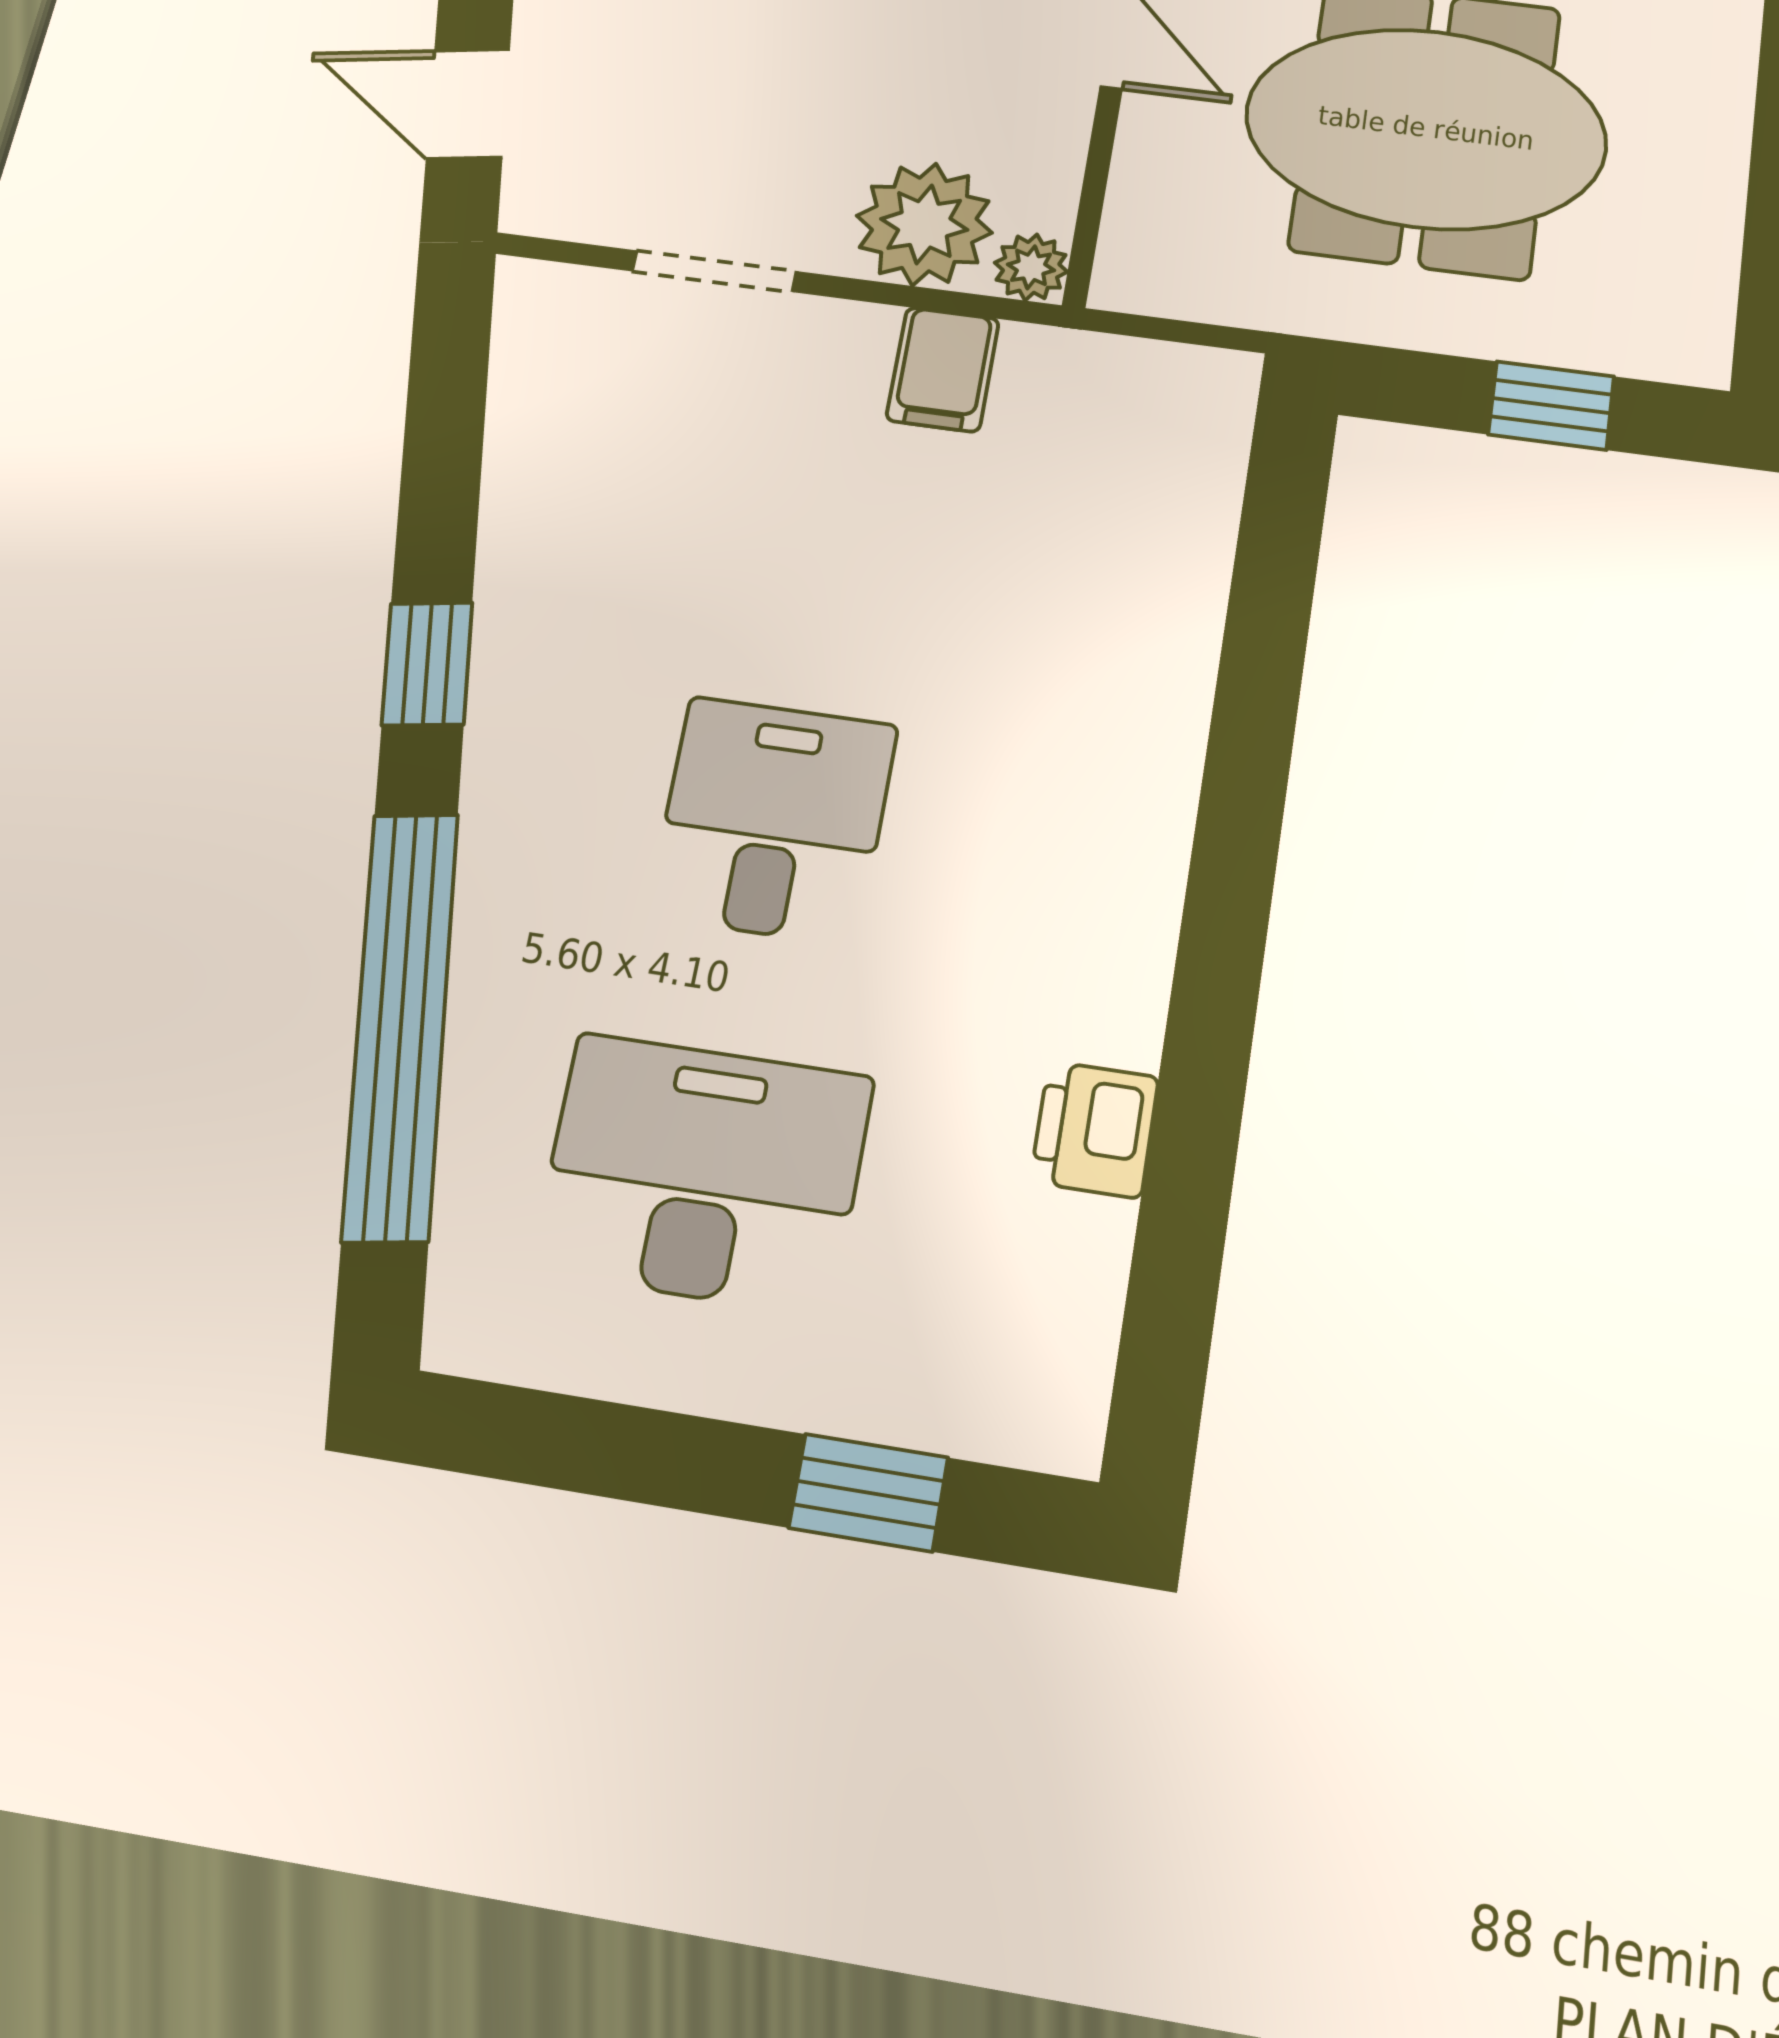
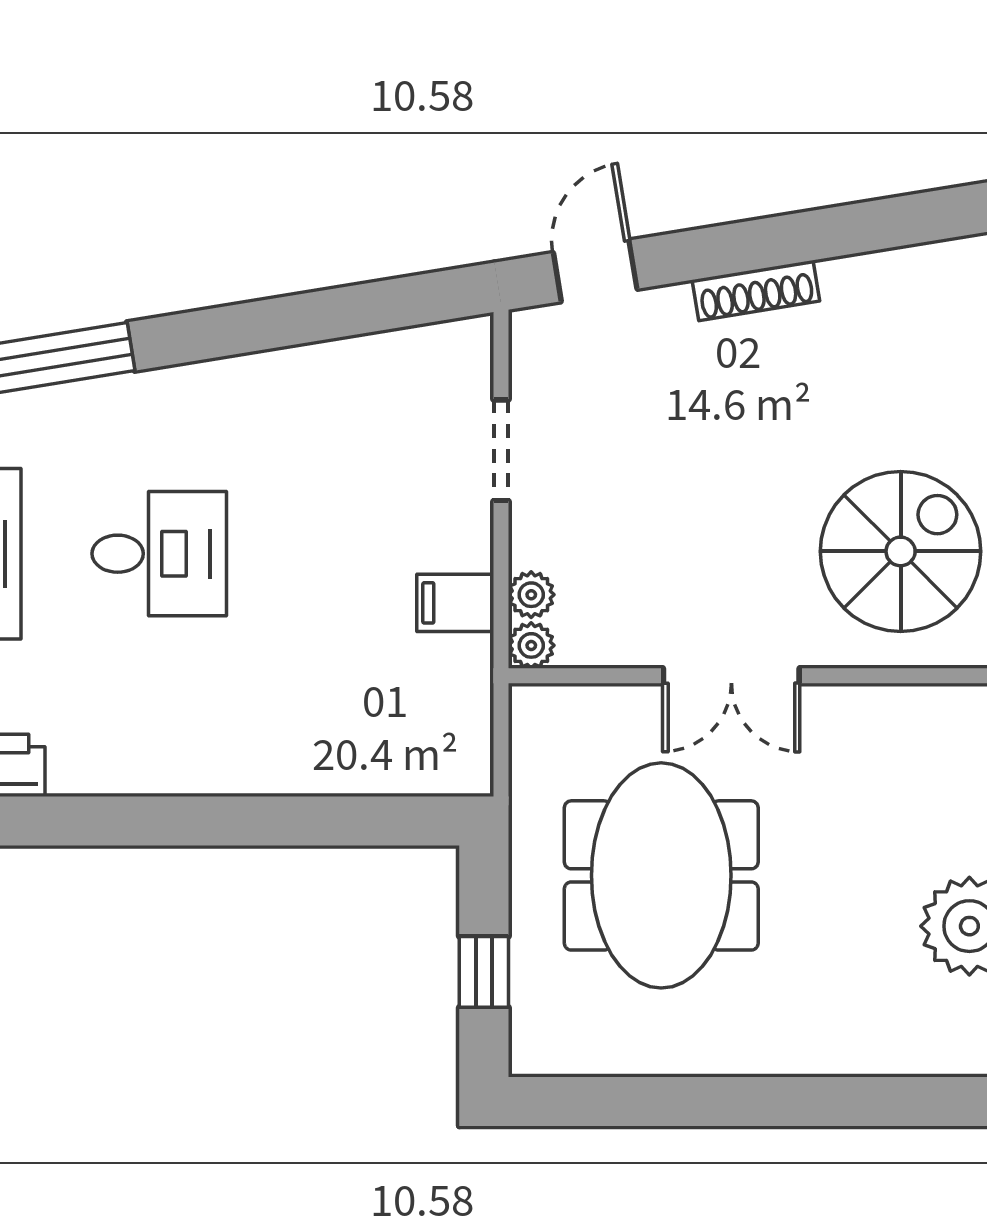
plant: (924, 224) -> (531, 595), width x0.53, depth x0.53
window: (427, 664) -> (223, 331), removed

